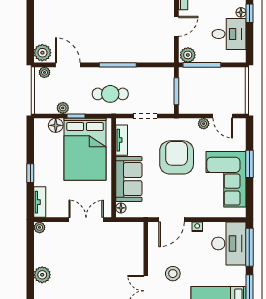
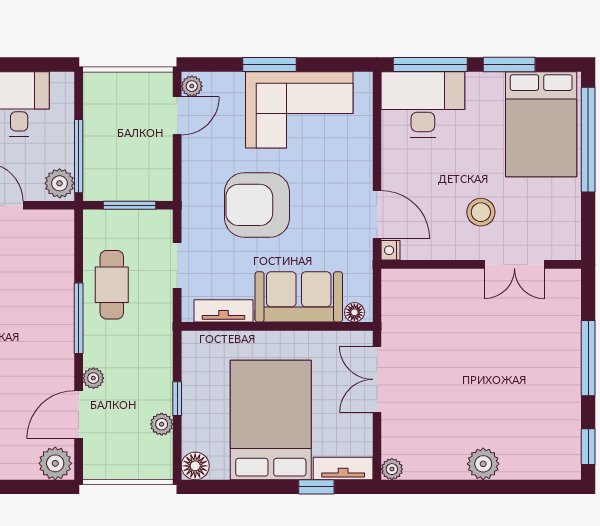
plant: (44, 72) -> (93, 378), moved
cafe table: (110, 94) -> (112, 285), moved
plant: (204, 124) -> (192, 86), moved
floor lamp: (56, 125) -> (195, 466), moved
bed: (85, 149) -> (271, 420), moved, turned -90
window: (30, 173) -> (316, 487), moved
nightstand: (197, 227) -> (391, 250), moved

